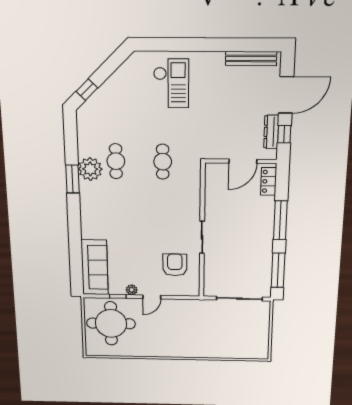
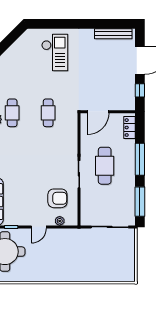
dresser: (271, 132) -> (130, 89), removed
door: (243, 161) -> (98, 112), moved
cafe table: (235, 227) -> (105, 166), added
armchair: (175, 265) -> (57, 198), turned 90
plant: (132, 290) -> (60, 221), moved

